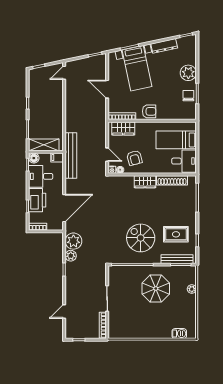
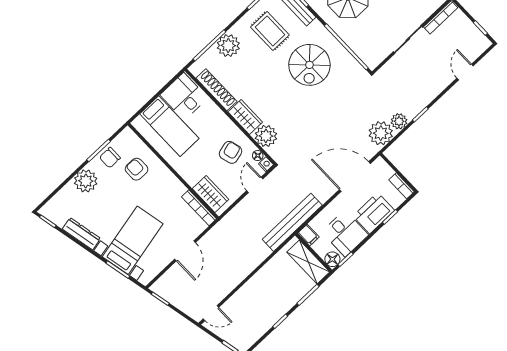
armchair: (149, 111) -> (137, 169), moved
plant: (126, 183) -> (266, 136), added
plant: (188, 207) -> (228, 46), added
door: (64, 311) -> (465, 72), swing flipped

